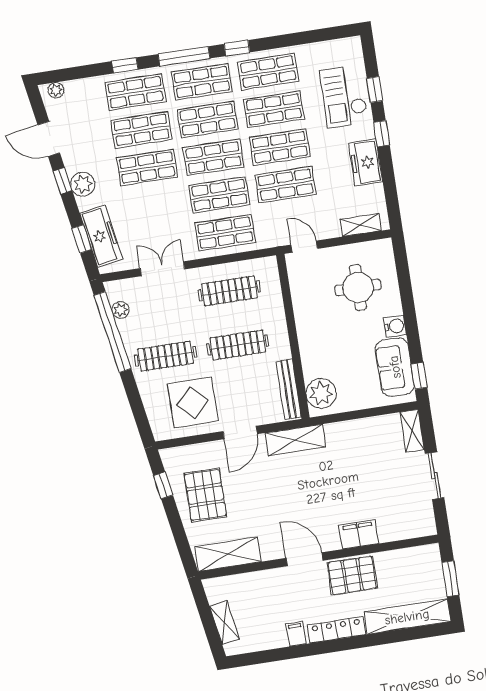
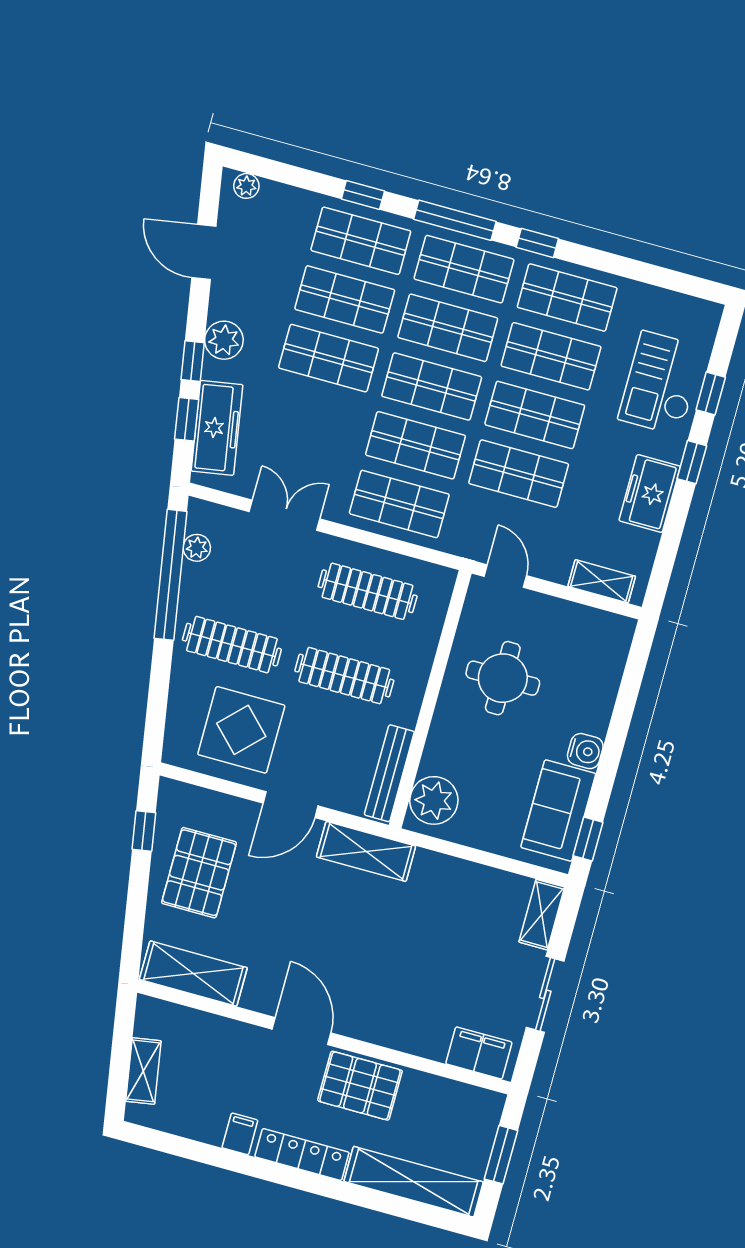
window: (63, 181) -> (193, 361), moved
round table: (358, 287) -> (503, 678), moved
filing cabinet: (359, 534) -> (479, 1053), moved

